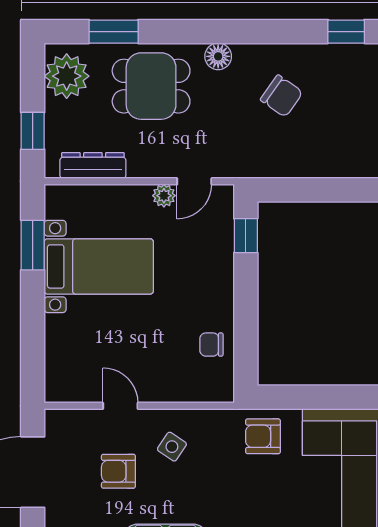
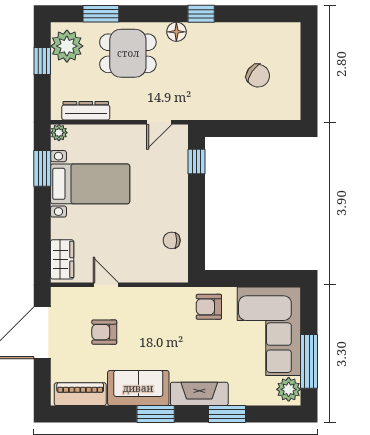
window: (346, 32) -> (201, 14), moved
chair: (282, 96) -> (258, 76), moved
window: (33, 131) -> (42, 61), moved
plant: (164, 196) -> (59, 133), moved
wardrobe: (60, 371) -> (62, 259), added
side table: (172, 447) -> (143, 314), removed

